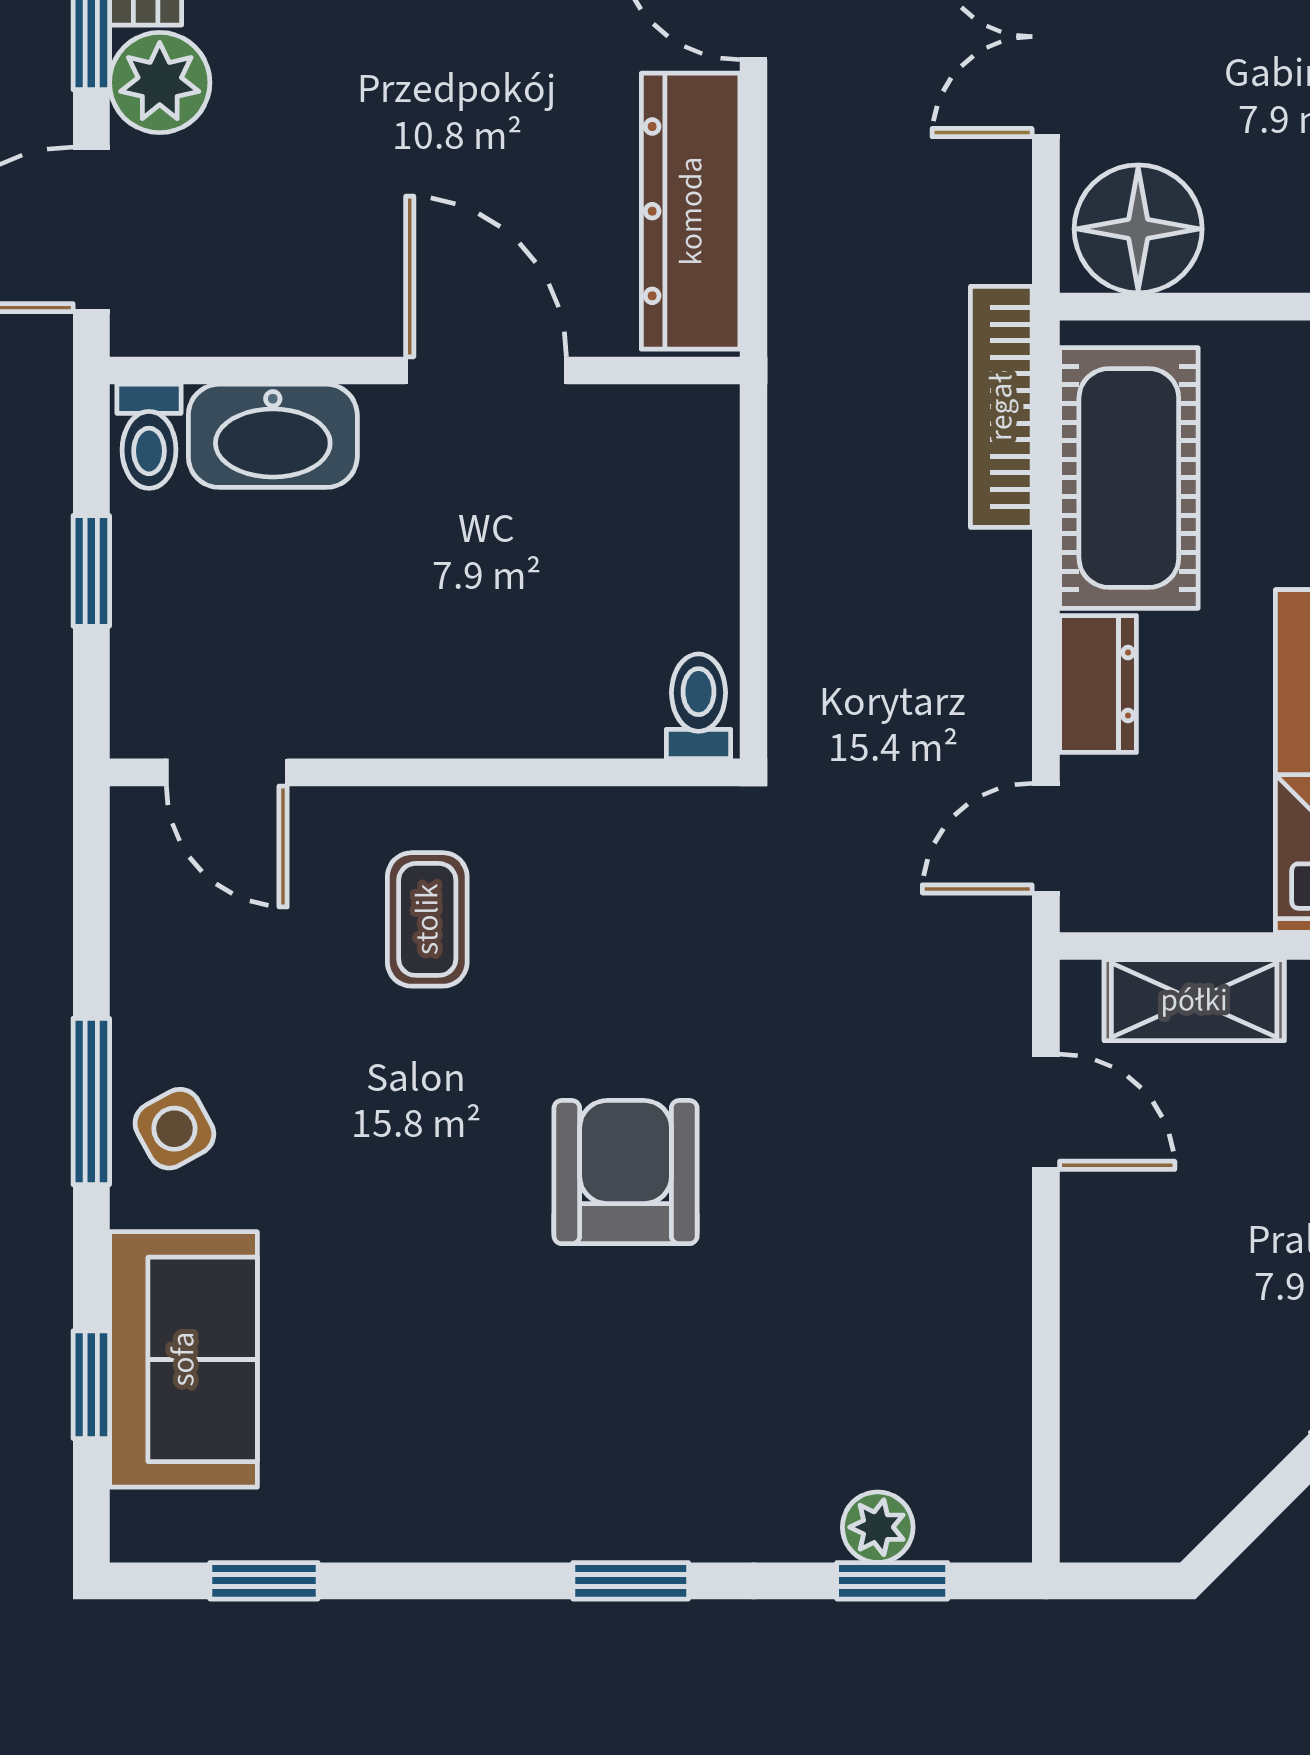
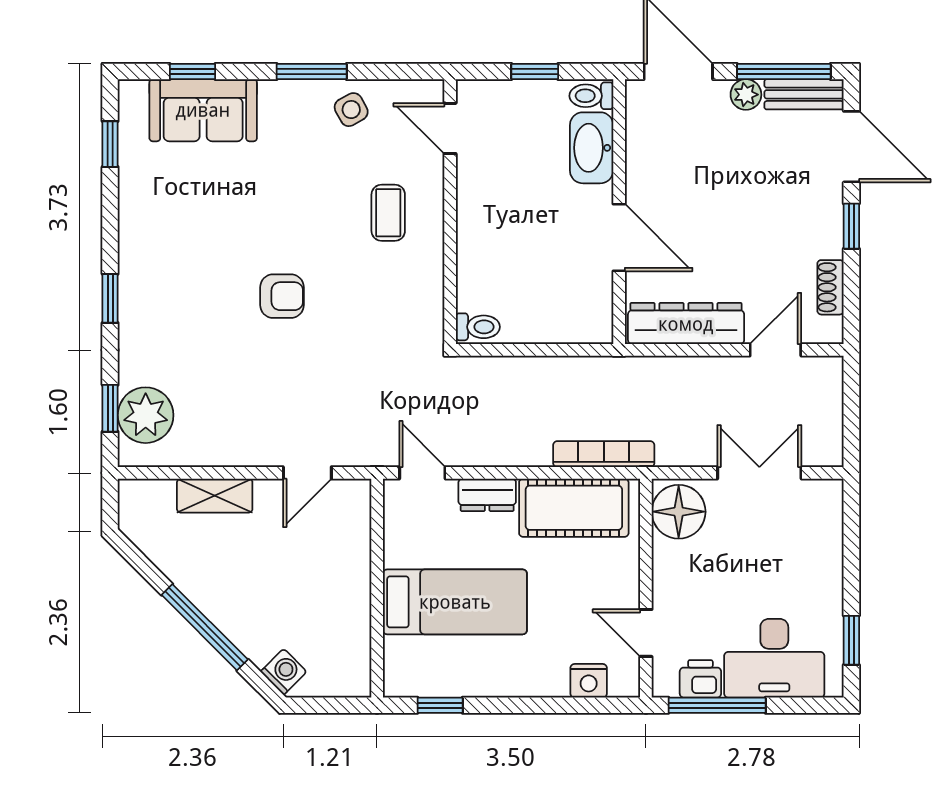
plant: (160, 83) -> (746, 95), width x0.73, depth x0.73
door: (486, 371) -> (619, 237), hinge flipped
door: (227, 772) -> (450, 128), hinge flipped
coffee table: (427, 919) -> (388, 213), turned 90
shelving: (1194, 1000) -> (215, 496), moved, turned 90
side table: (174, 1129) -> (351, 110), moved
armchair: (626, 1172) -> (282, 296), width x0.72, depth x0.72
plant: (878, 1527) -> (146, 415), width x1.87, depth x1.87

